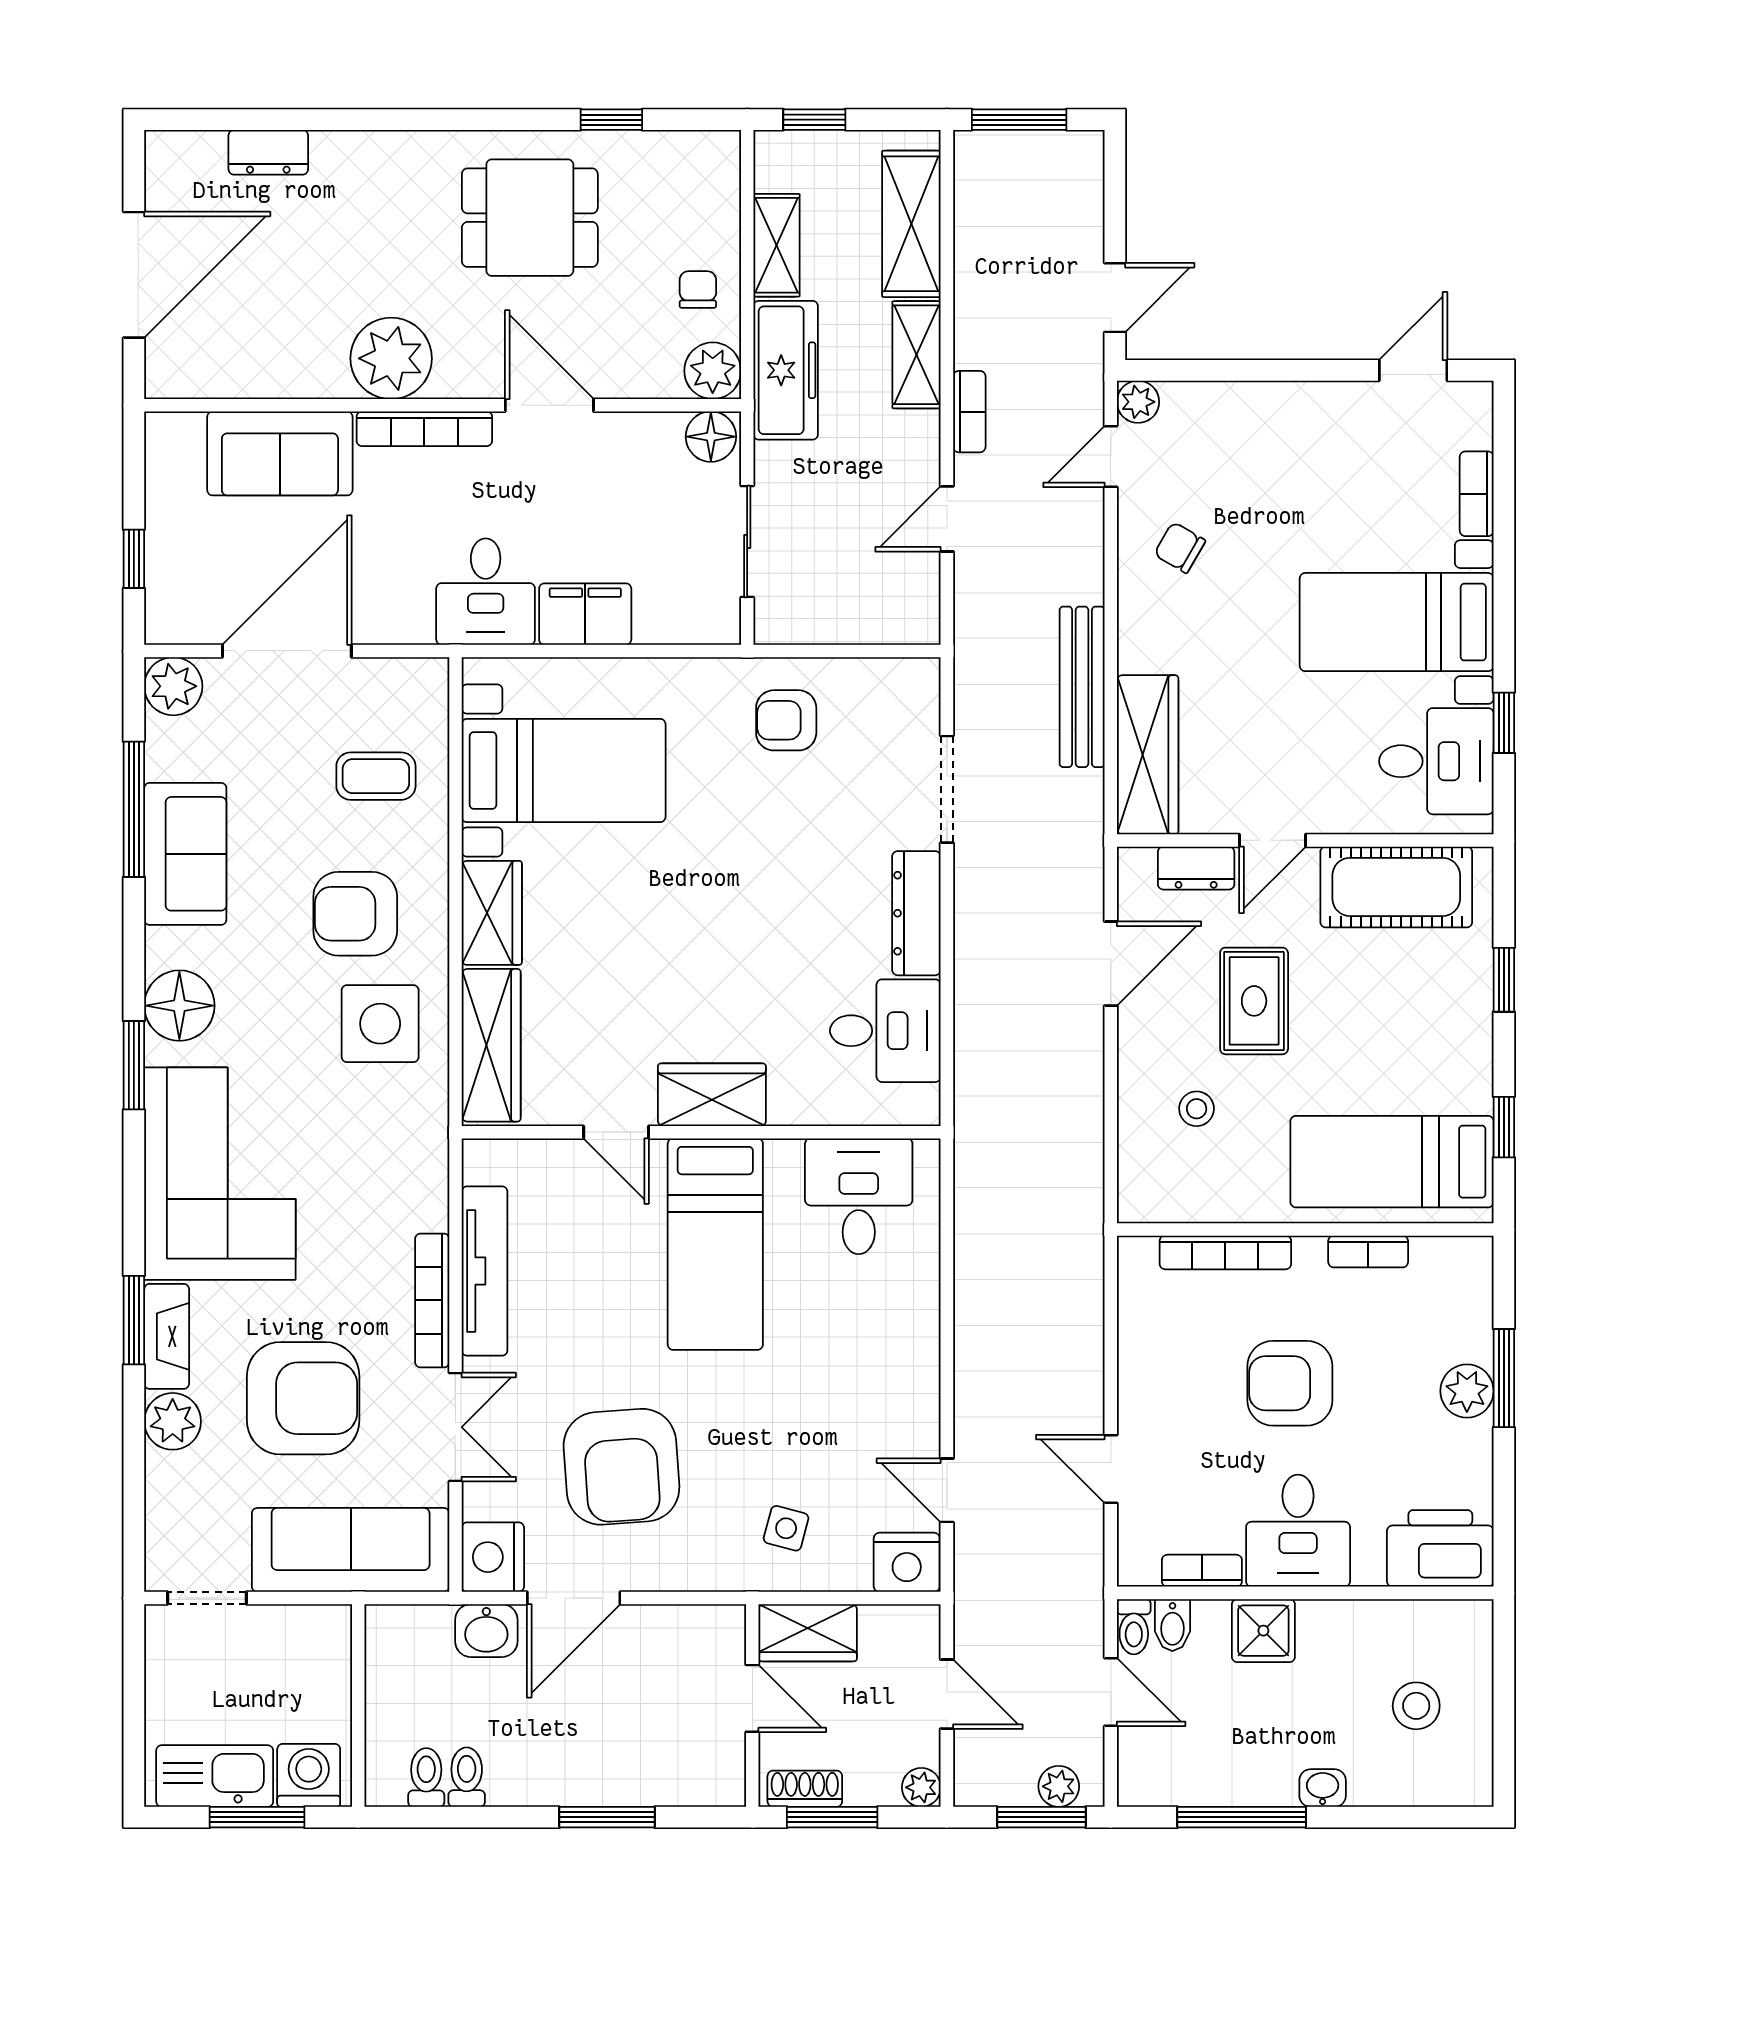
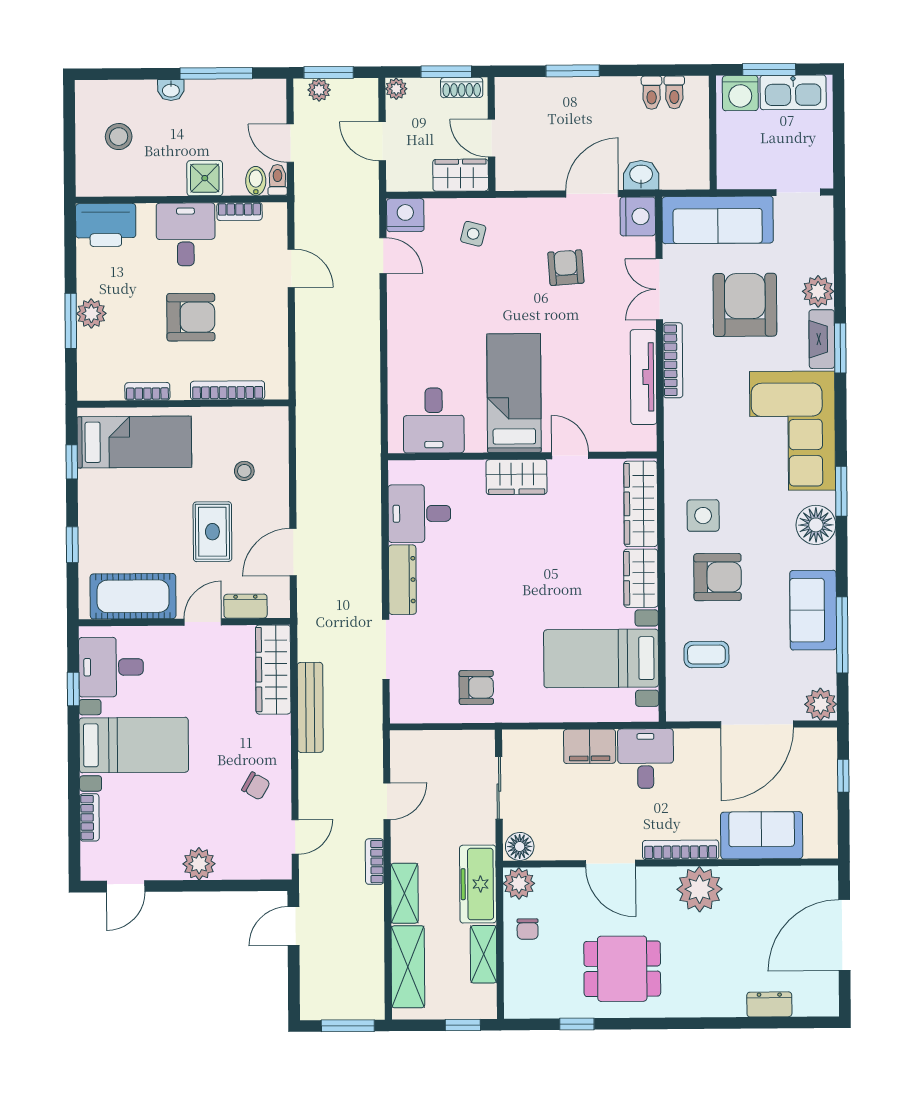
plant: (1138, 402) -> (199, 864), moved, width x1.38, depth x1.38
side table: (380, 1024) -> (703, 516), width x0.73, depth x0.73
armchair: (303, 1398) -> (745, 305), turned 90
armchair: (621, 1467) -> (566, 268), width x0.53, depth x0.53

